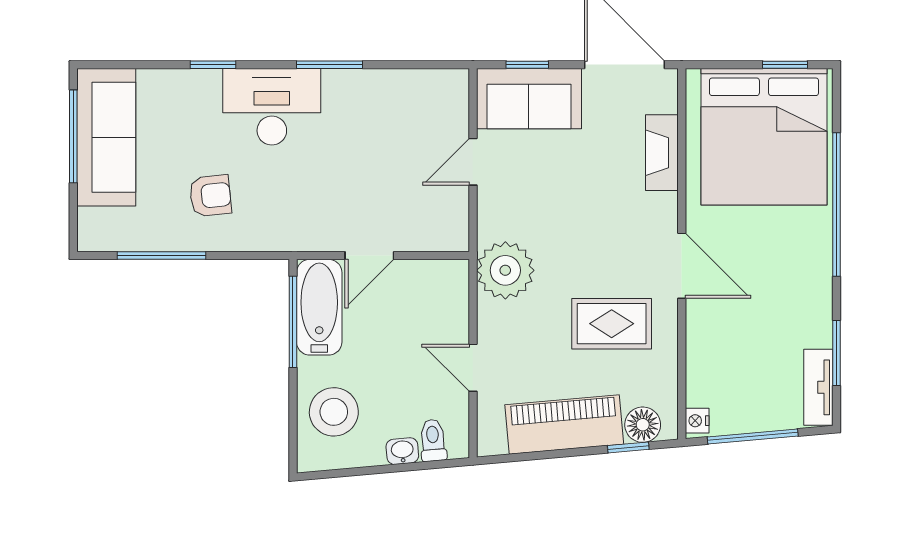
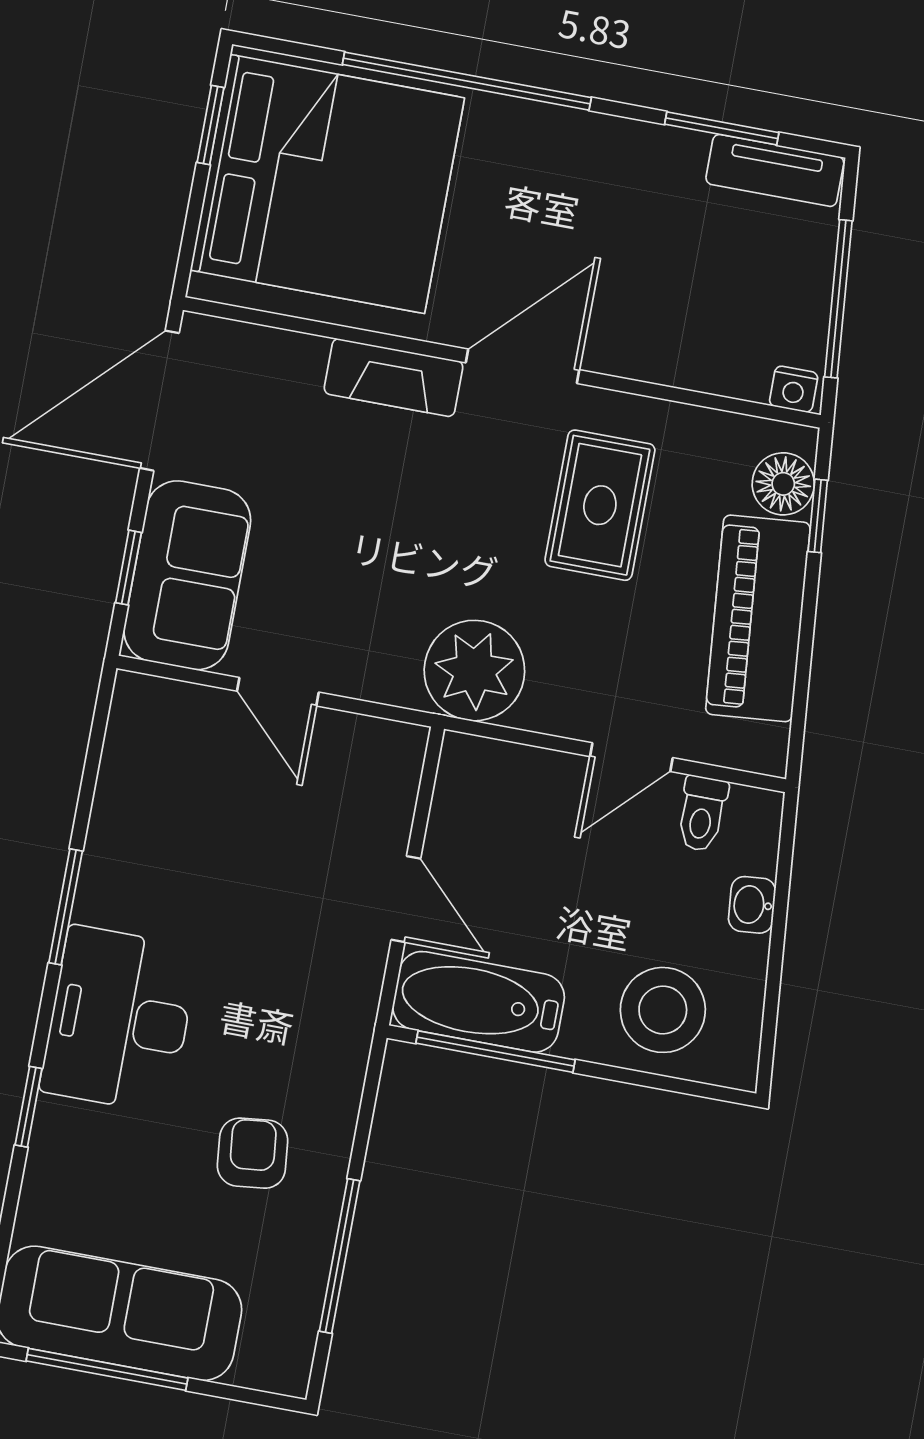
fireplace: (662, 153) -> (394, 378), moved
toilet: (433, 440) -> (702, 814), moved, turned -85

